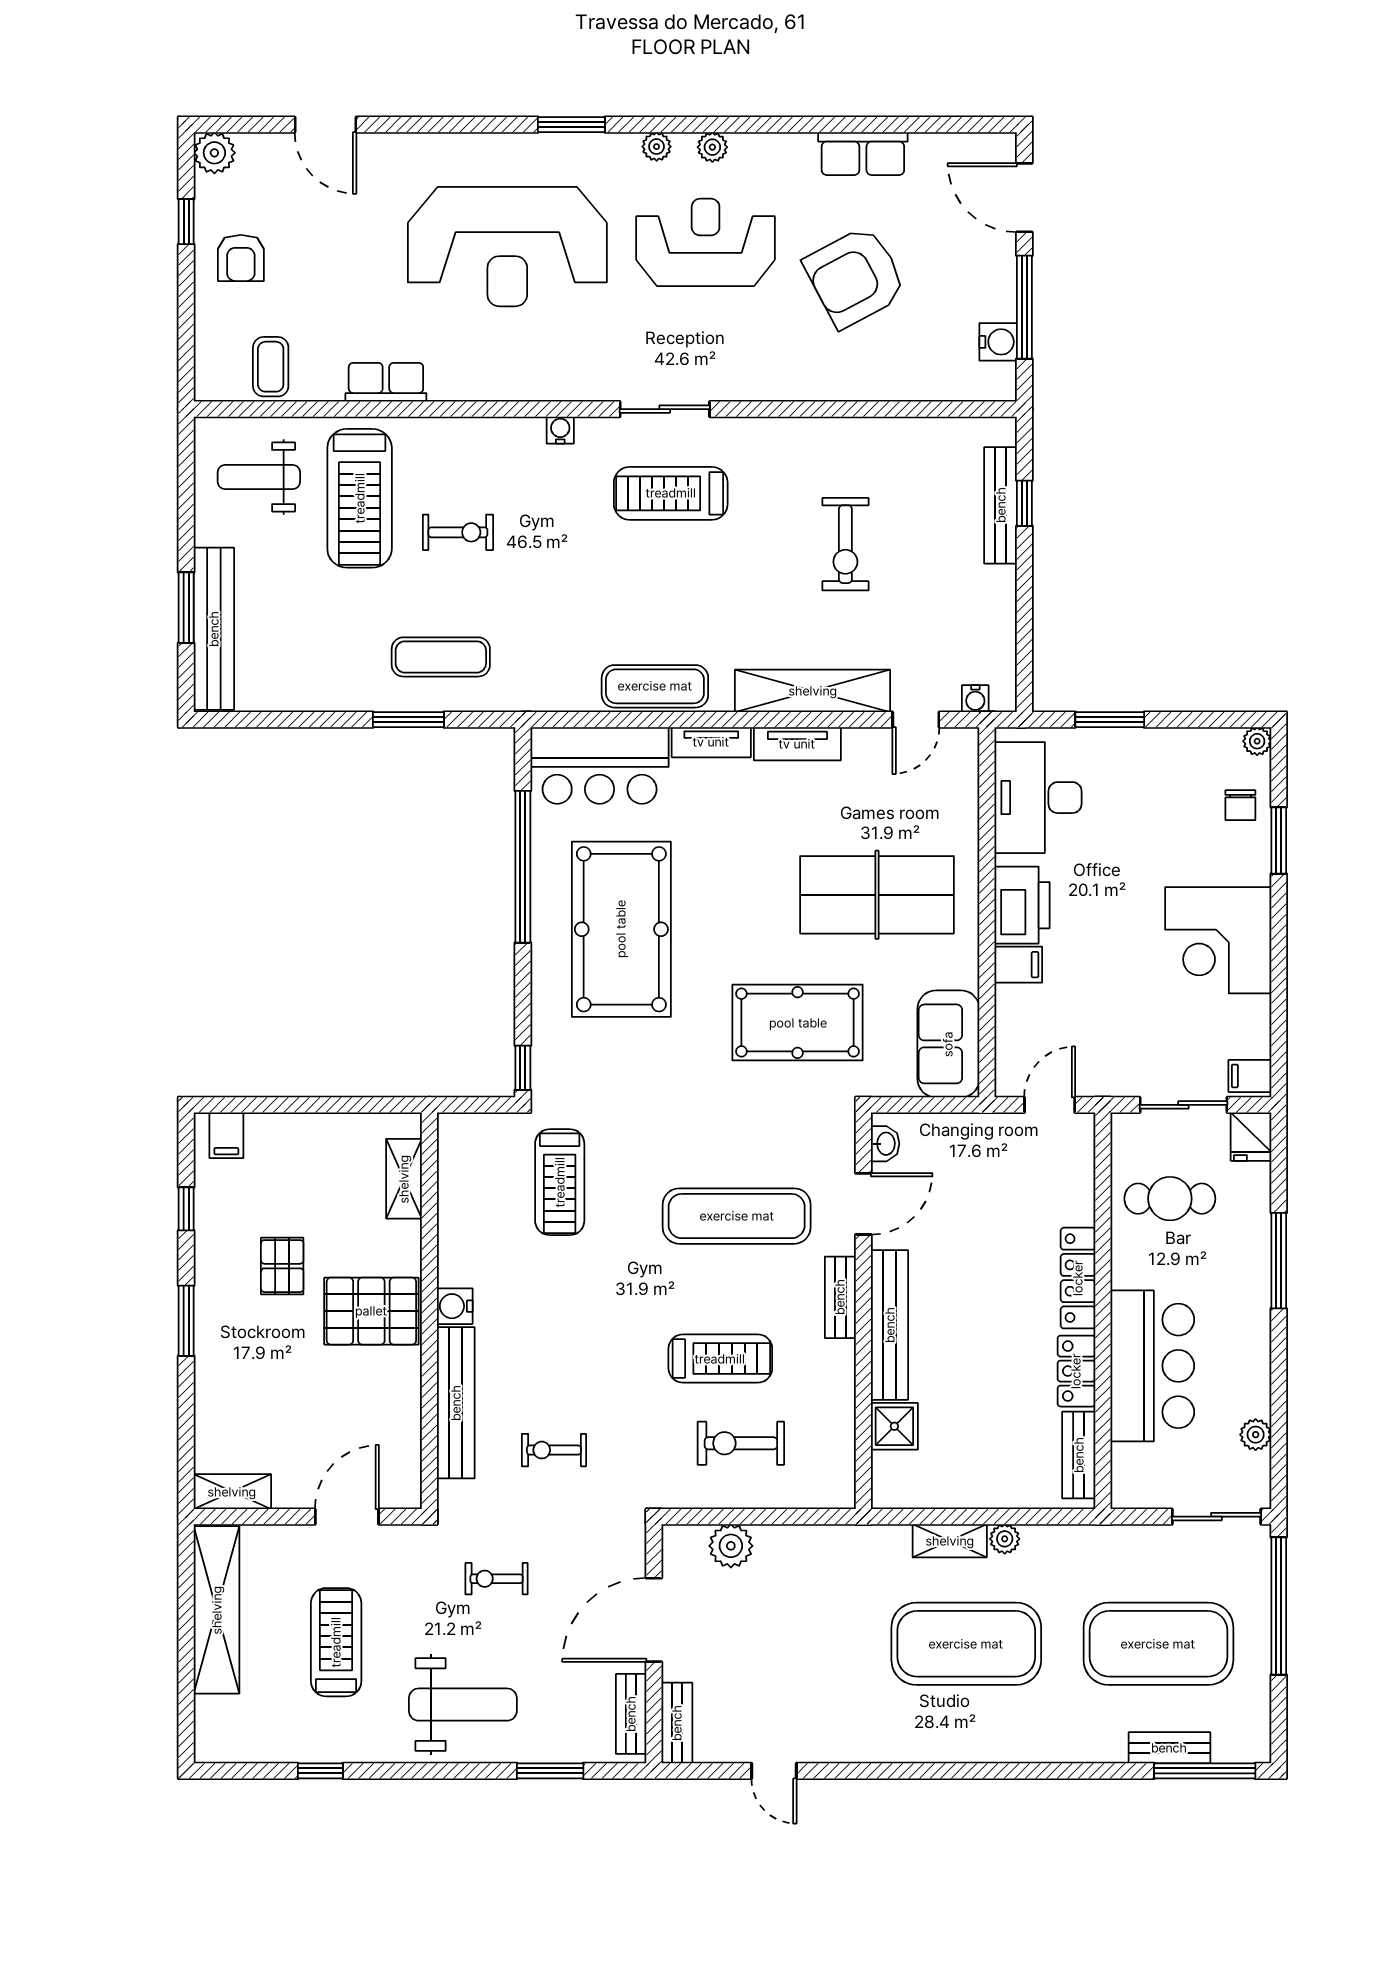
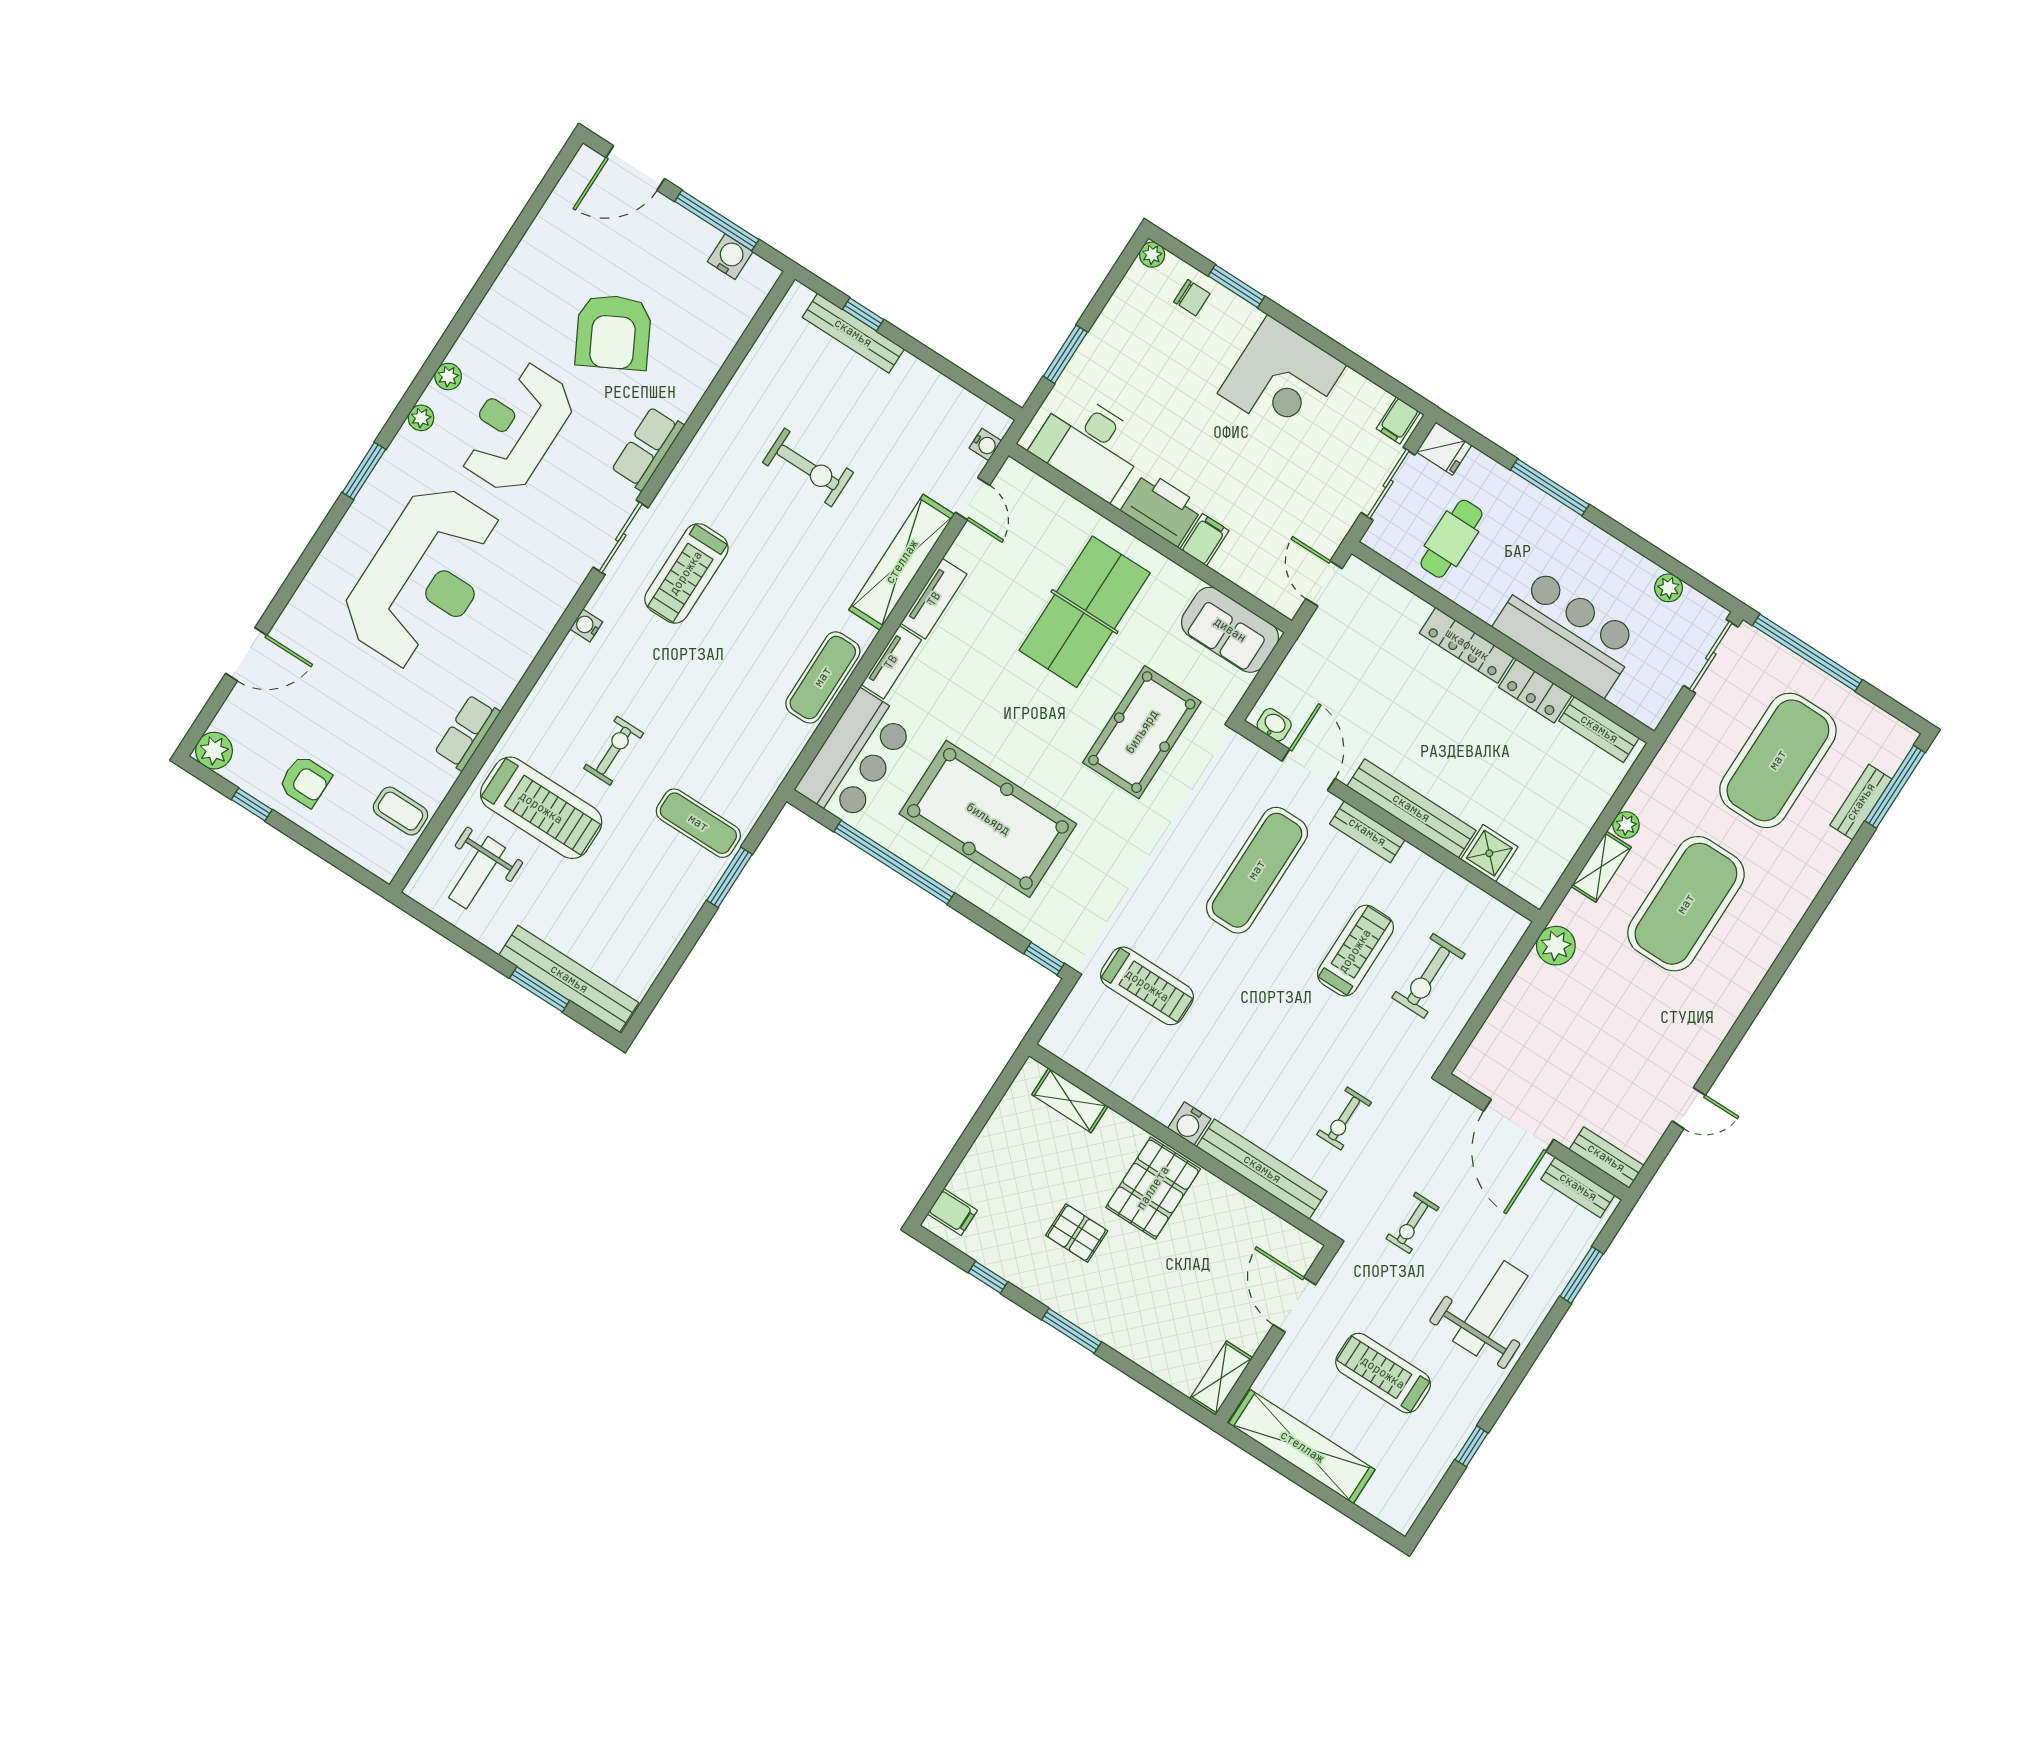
row of seats: (863, 154) -> (647, 448), moved, turned 180
exercise mat: (441, 657) -> (698, 823), turned 90
plant: (731, 1546) -> (1556, 946), moved

